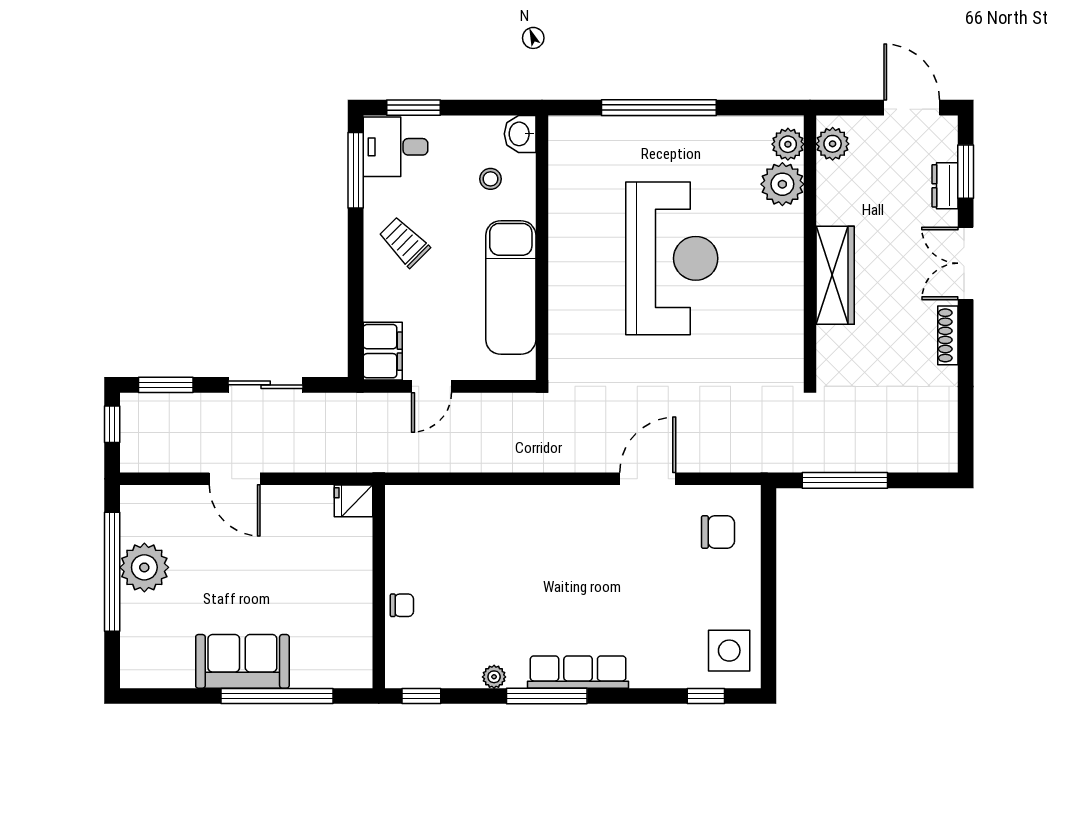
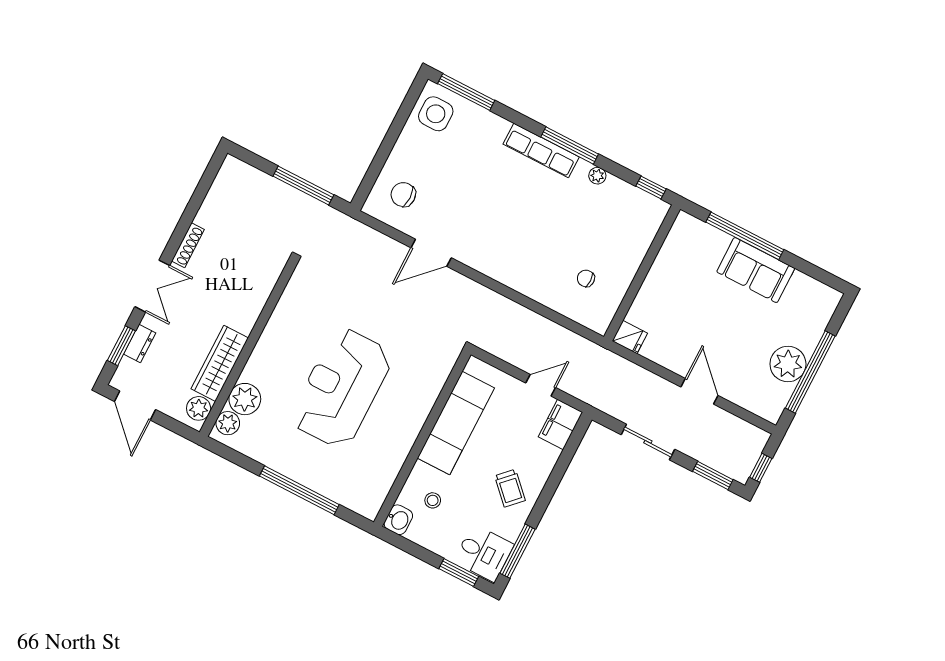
wardrobe: (835, 275) -> (220, 363), moved
chair: (402, 605) -> (586, 278), moved
window: (706, 696) -> (466, 92), width x2.17

